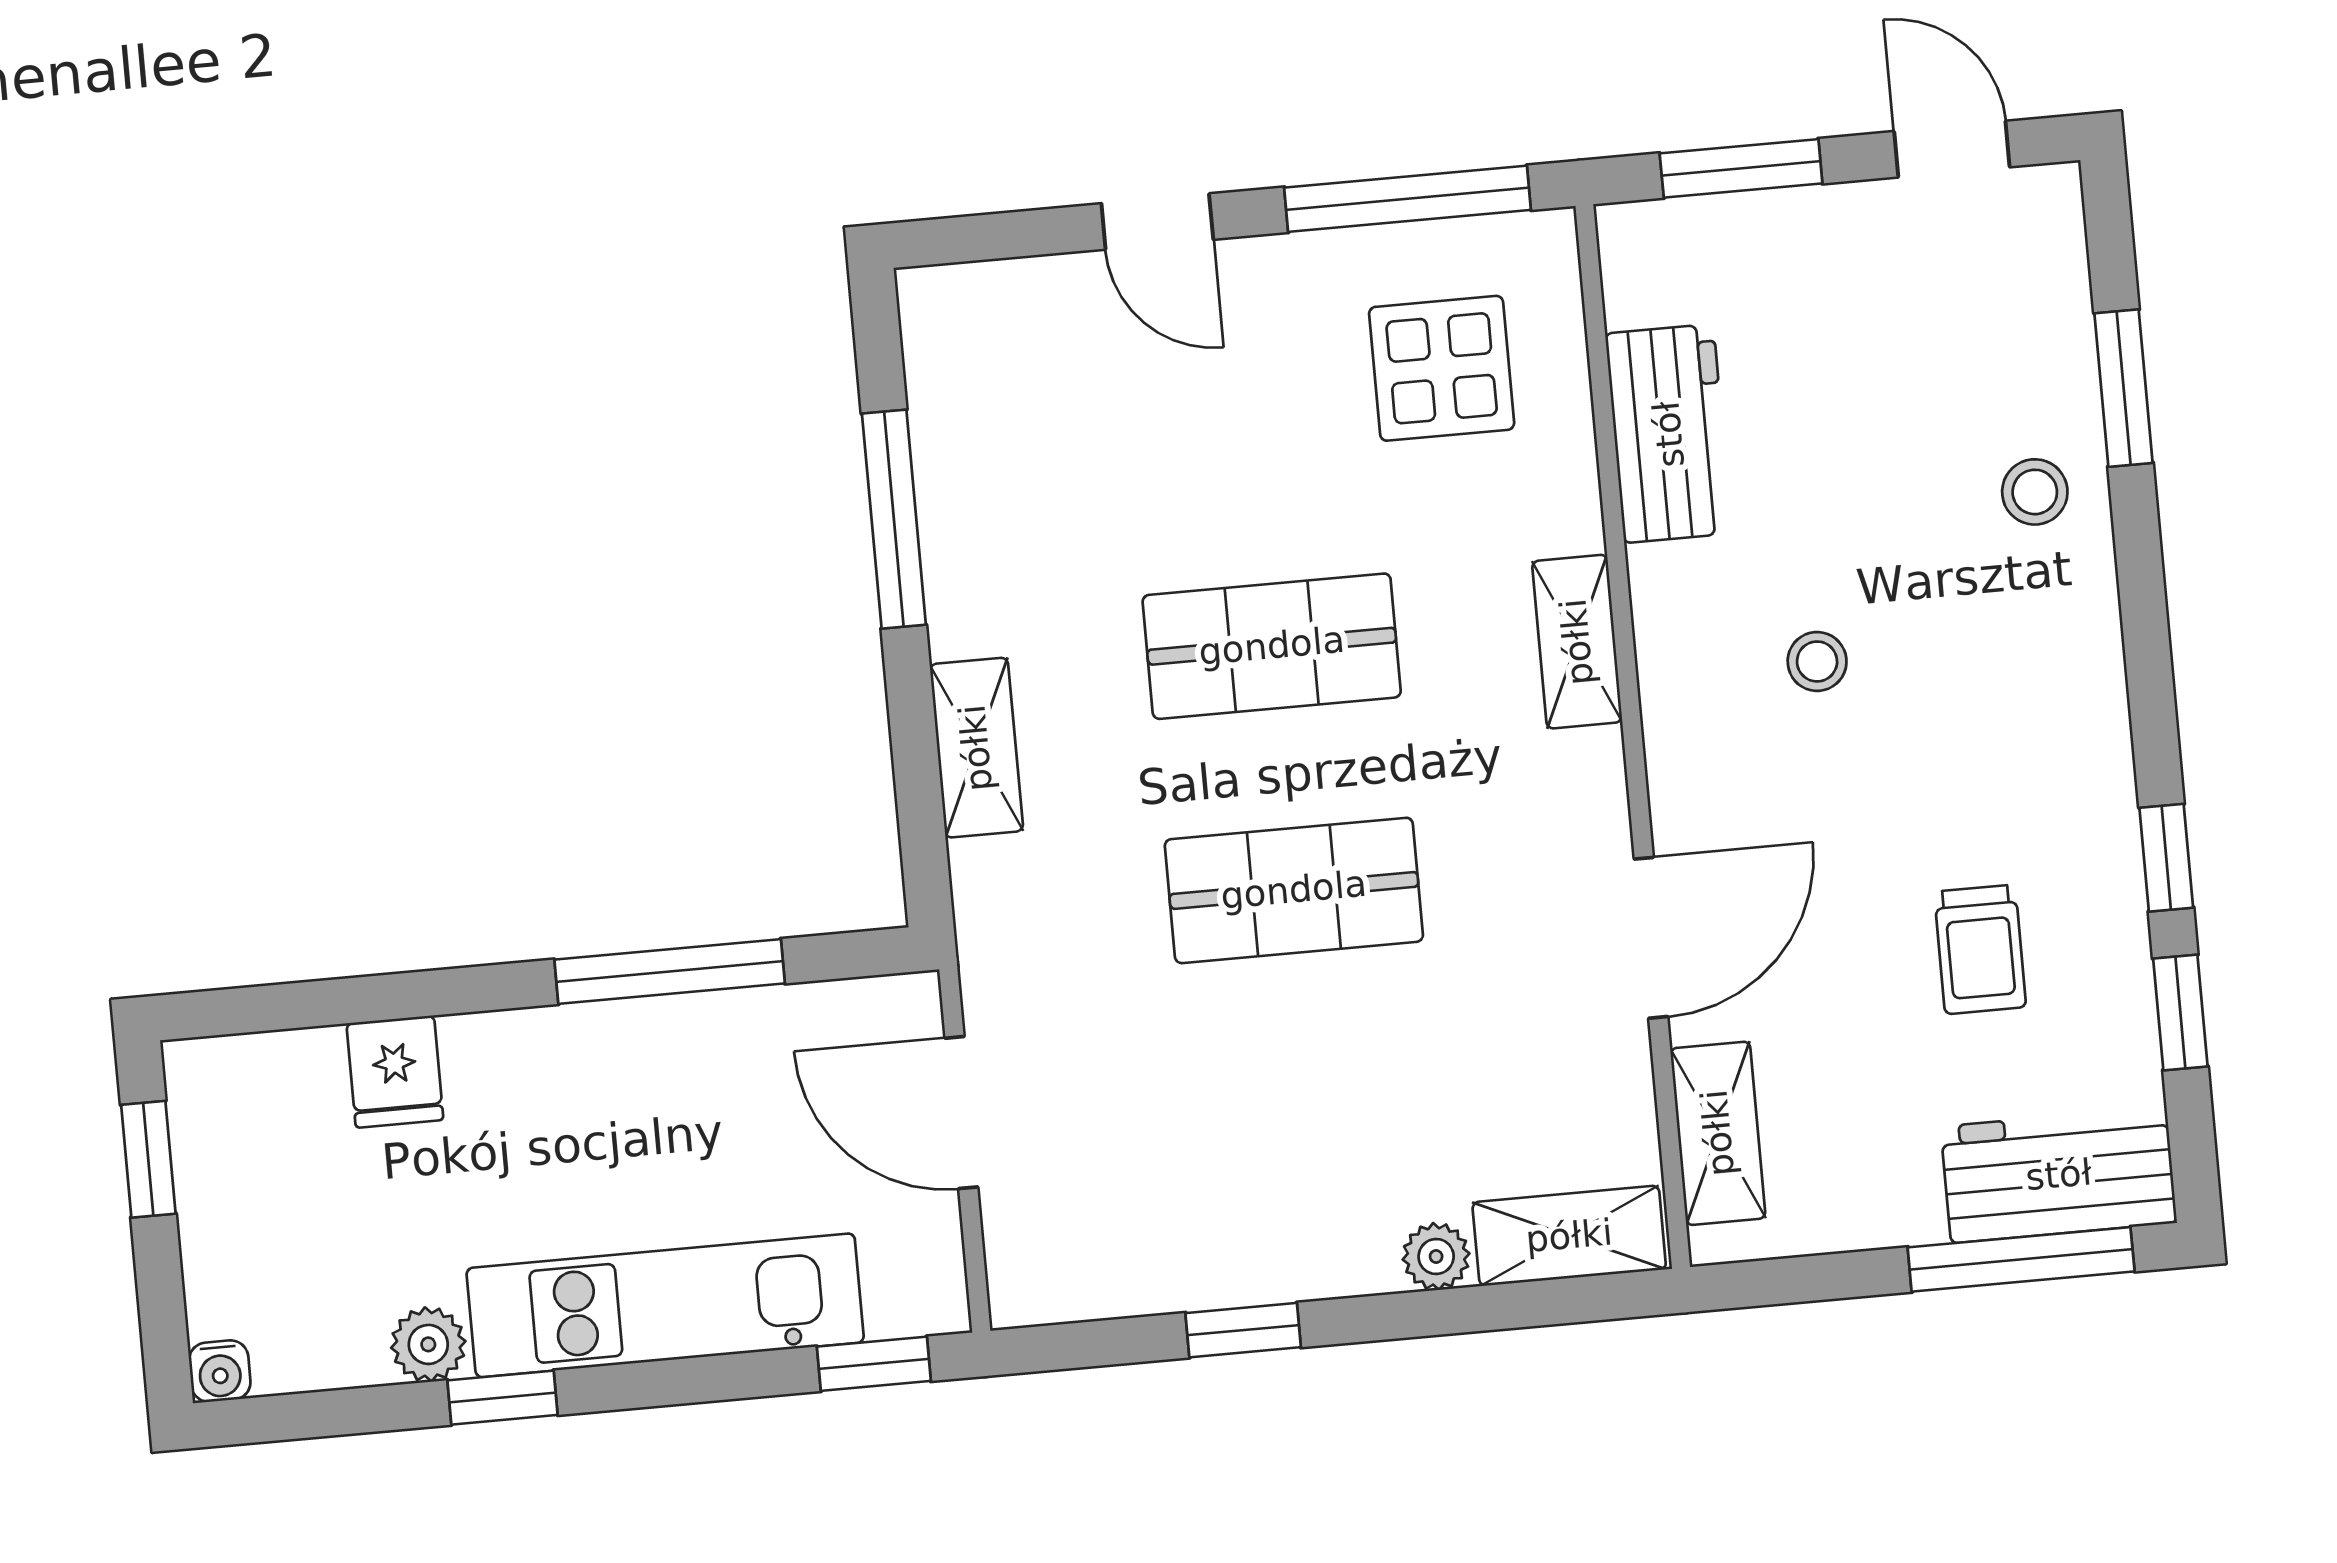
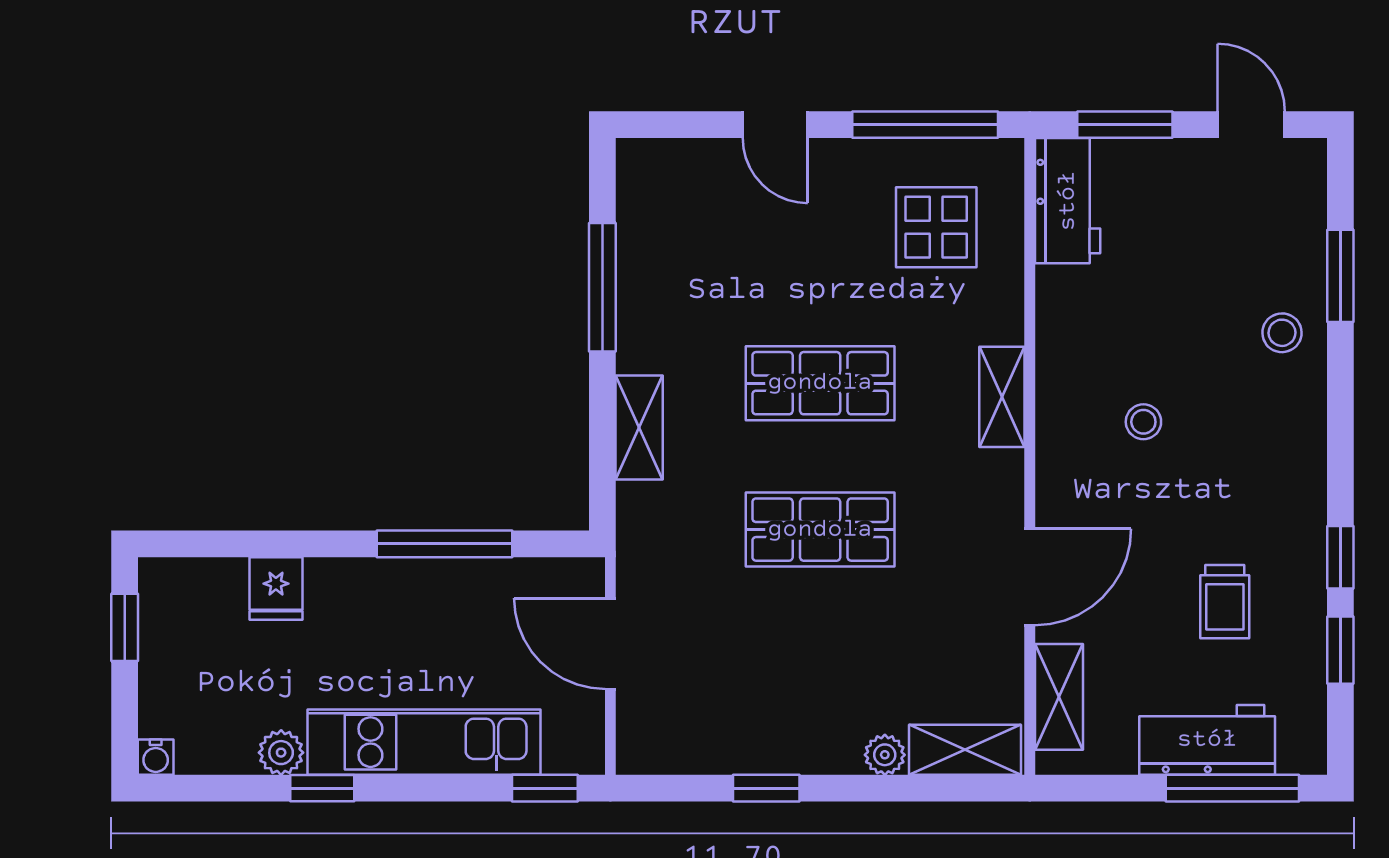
workbench: (1669, 434) -> (1068, 201), moved
workbench: (2059, 1175) -> (1207, 740), moved

